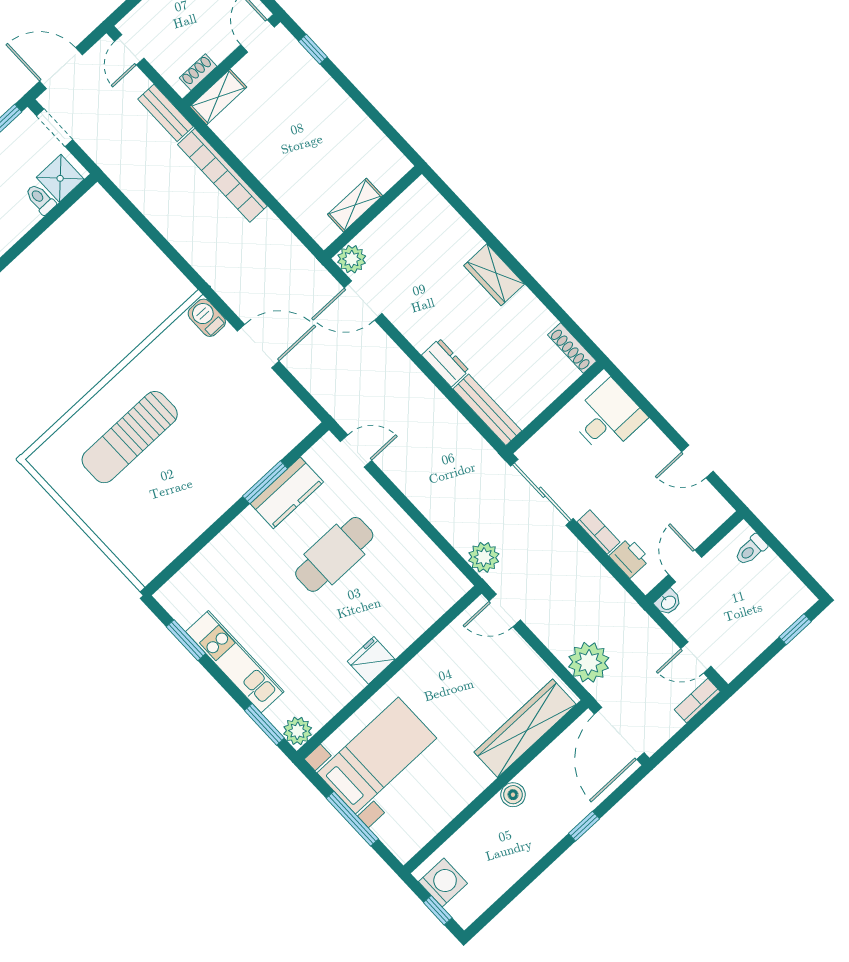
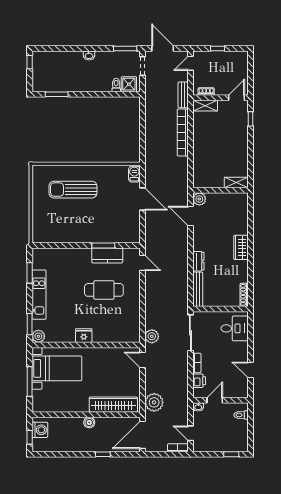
shelving: (355, 205) -> (236, 182), moved

